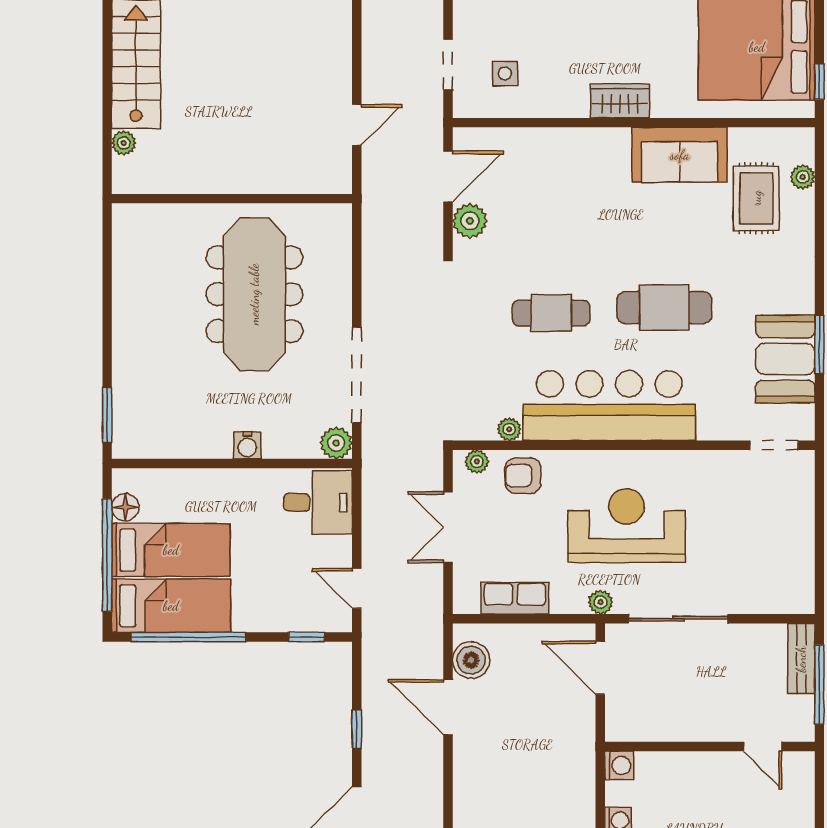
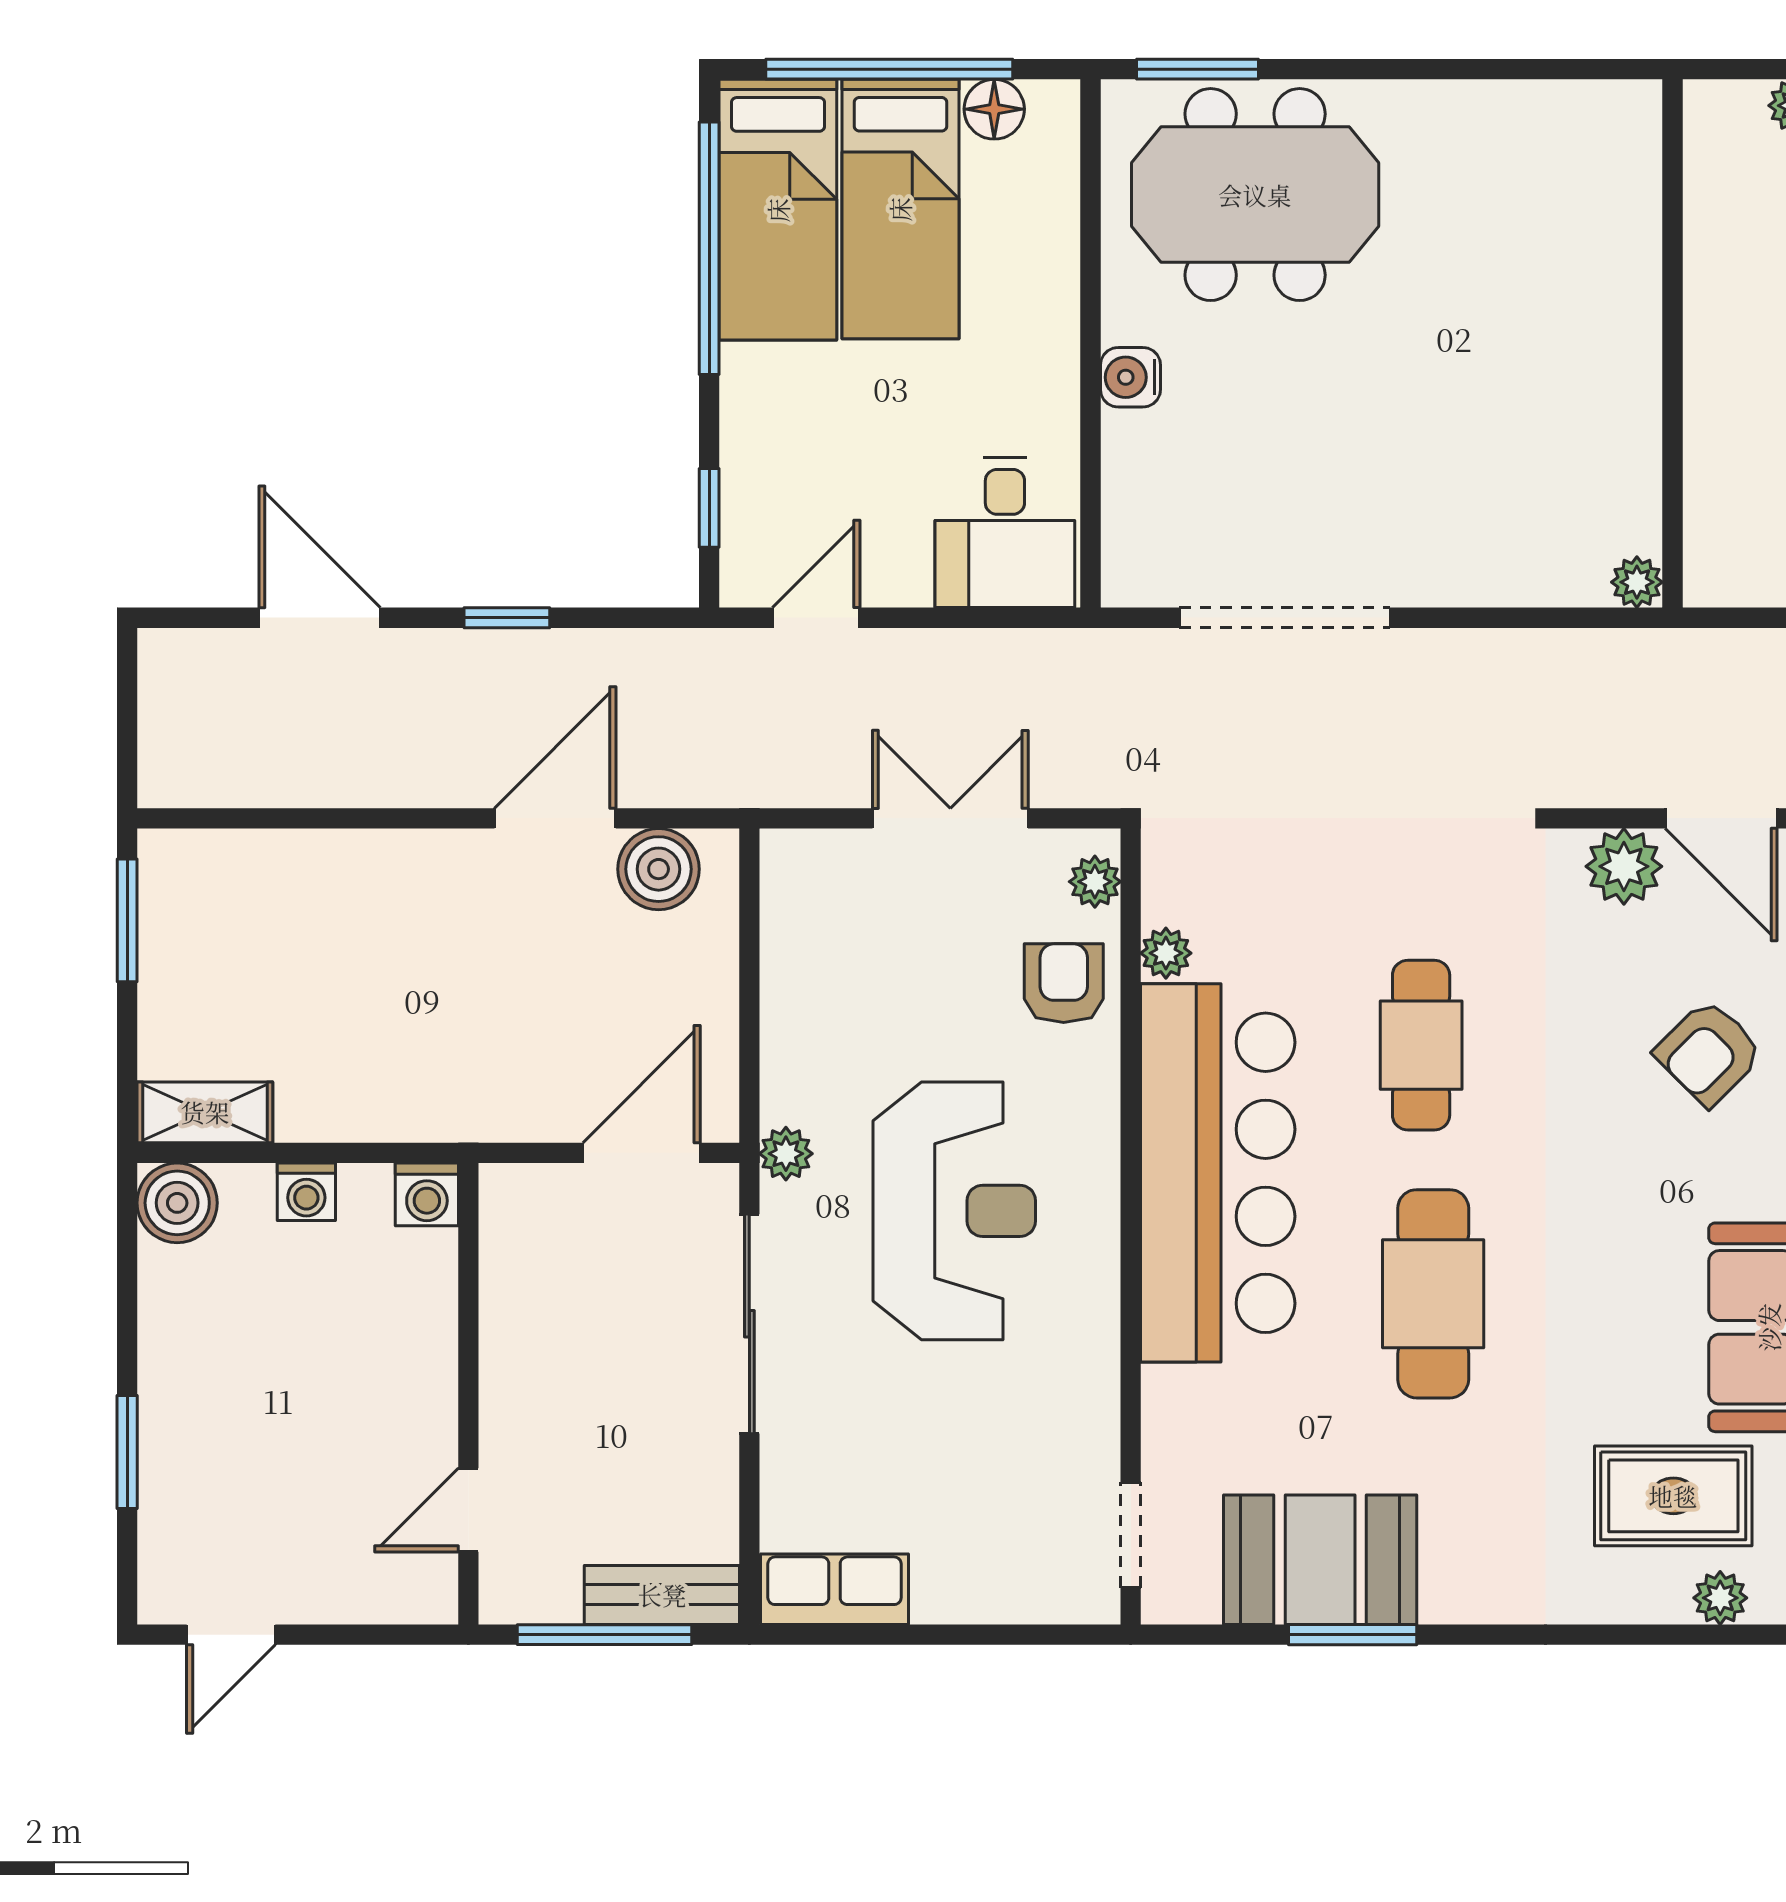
armchair: (555, 182) -> (1709, 1053), added
meeting table: (254, 294) -> (1255, 195), moved, width x0.73
plant: (336, 443) -> (1637, 582), moved, width x0.73, depth x0.73
row of seats: (515, 598) -> (835, 1589), moved, turned -90

